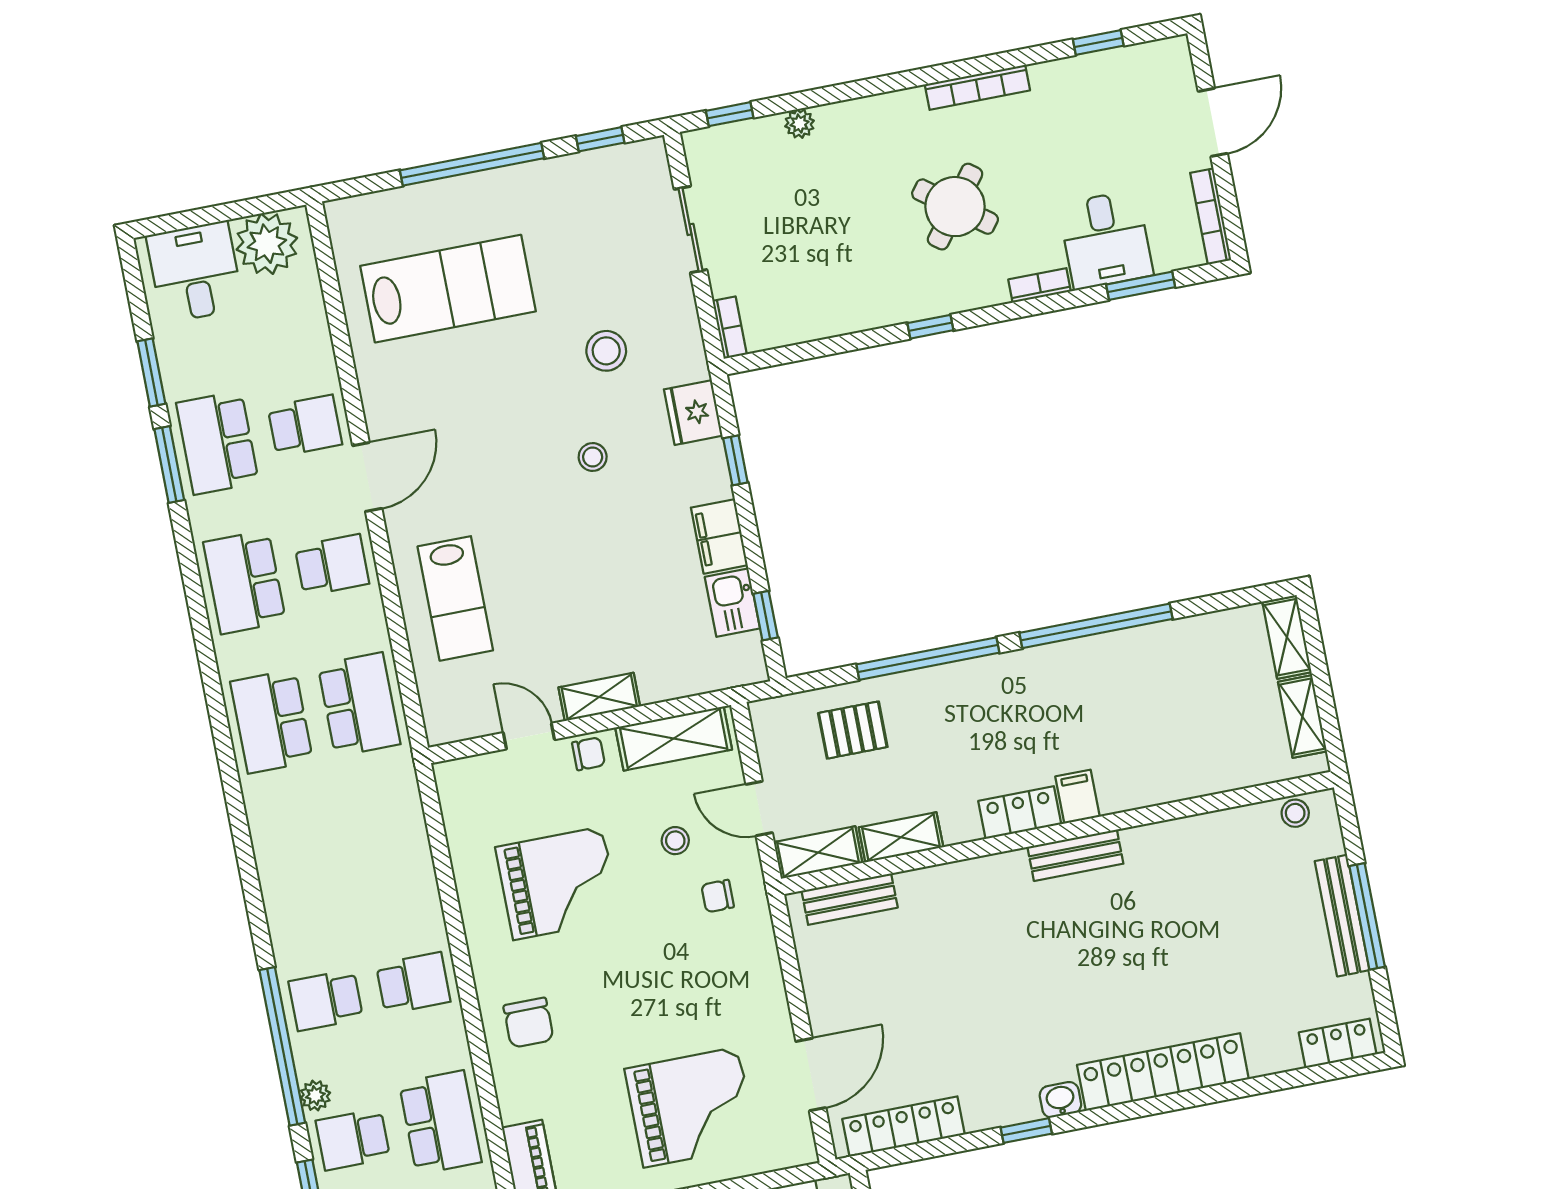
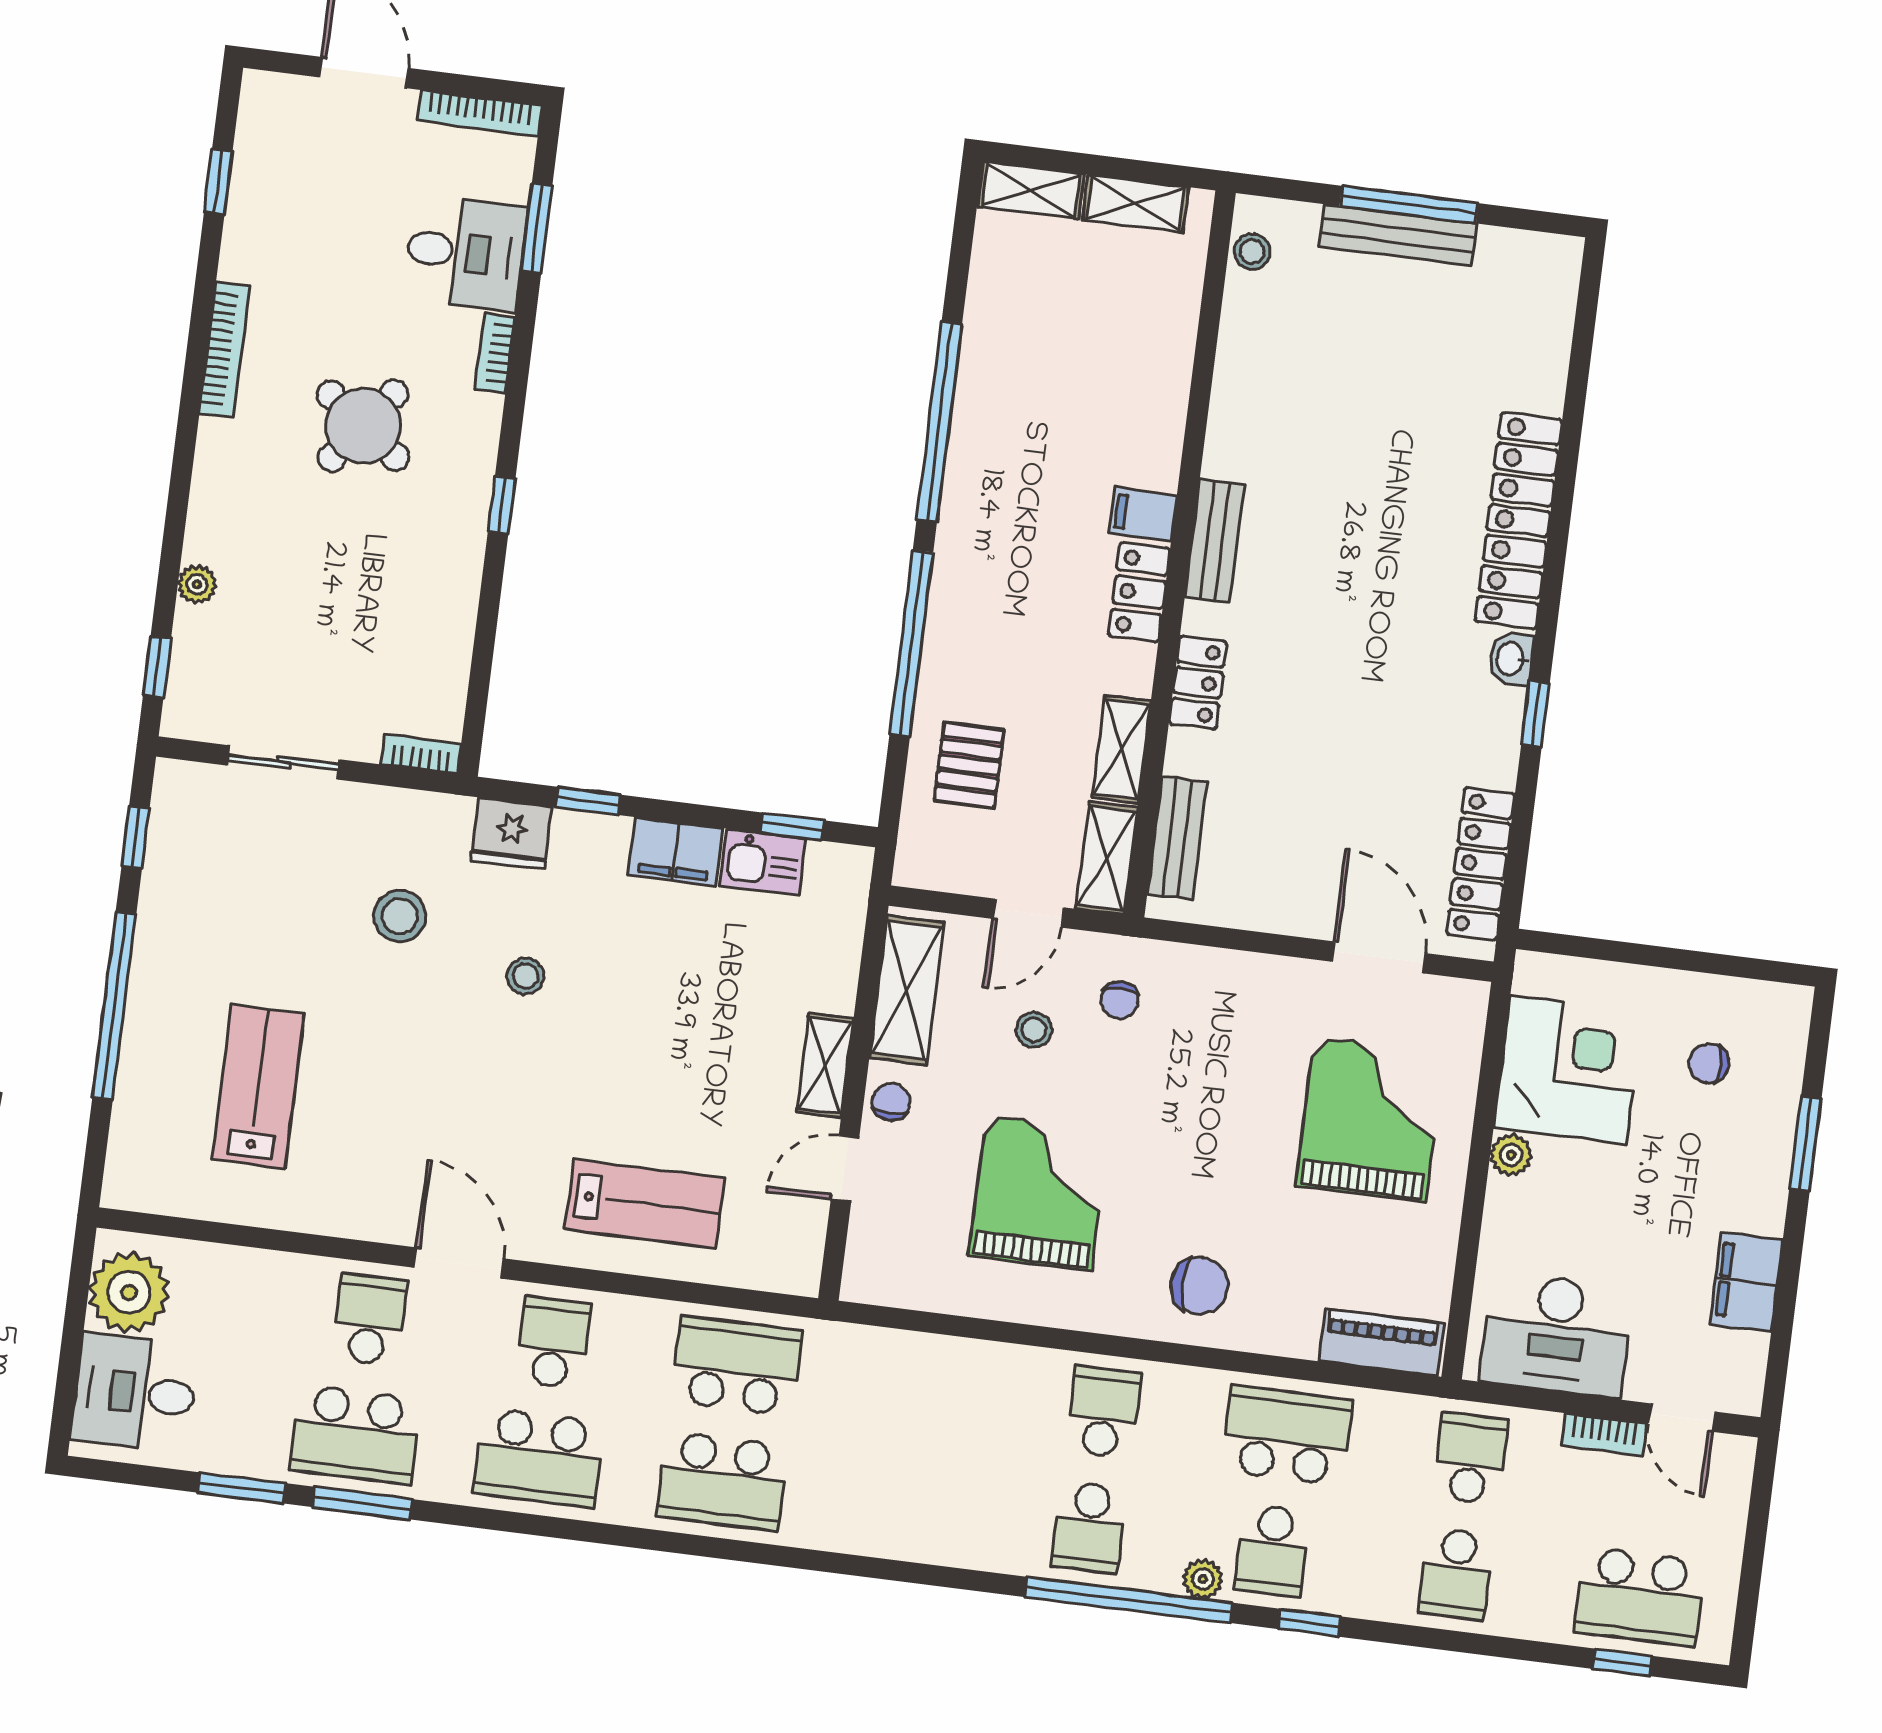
lab bench: (448, 289) -> (258, 1087), width x0.73, depth x0.72
locker: (1338, 1043) -> (1198, 683), moved, turned 180

